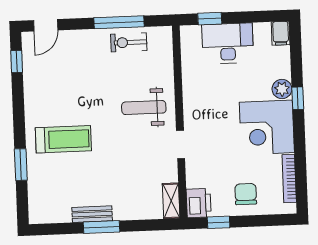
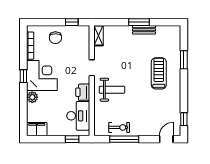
filing cabinet: (281, 33) -> (37, 129), width x2.00
desk: (228, 43) -> (78, 116), moved, turned -90
window: (298, 98) -> (23, 76), moved
treadmill: (63, 139) -> (159, 73), turned 90
printer: (199, 203) -> (83, 92), moved

